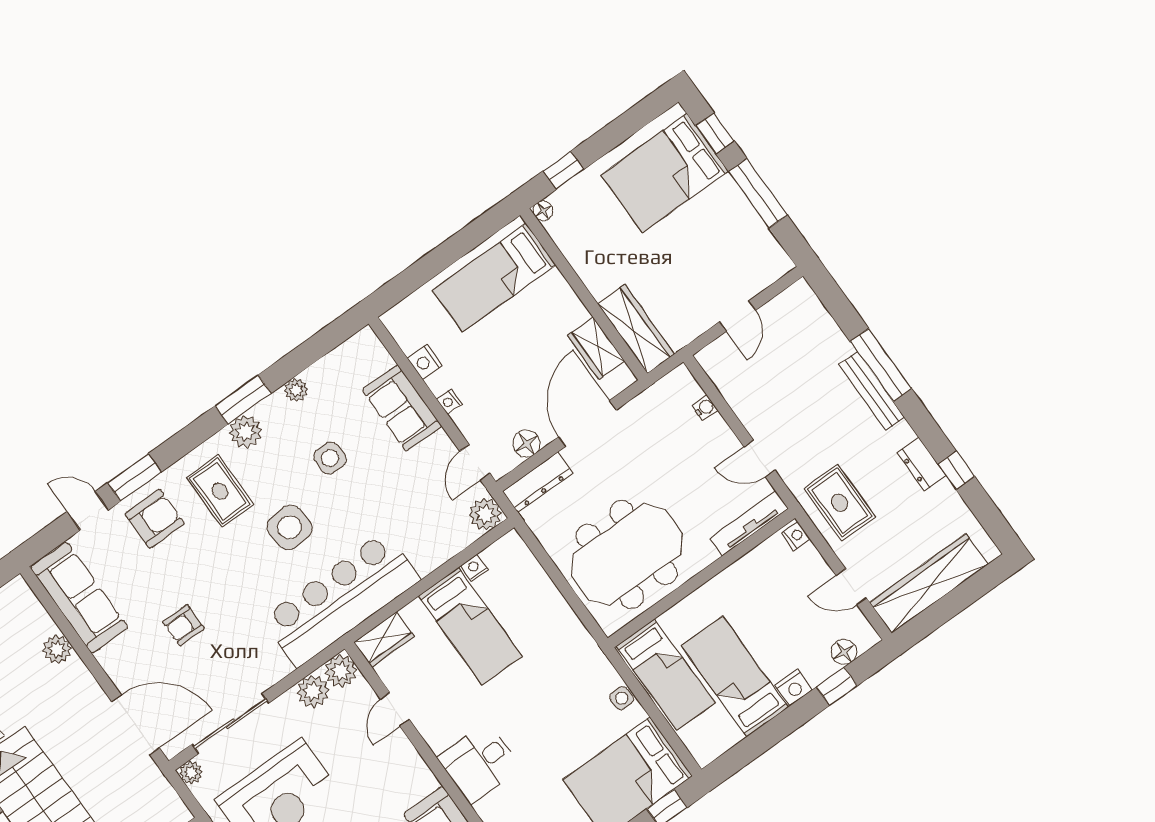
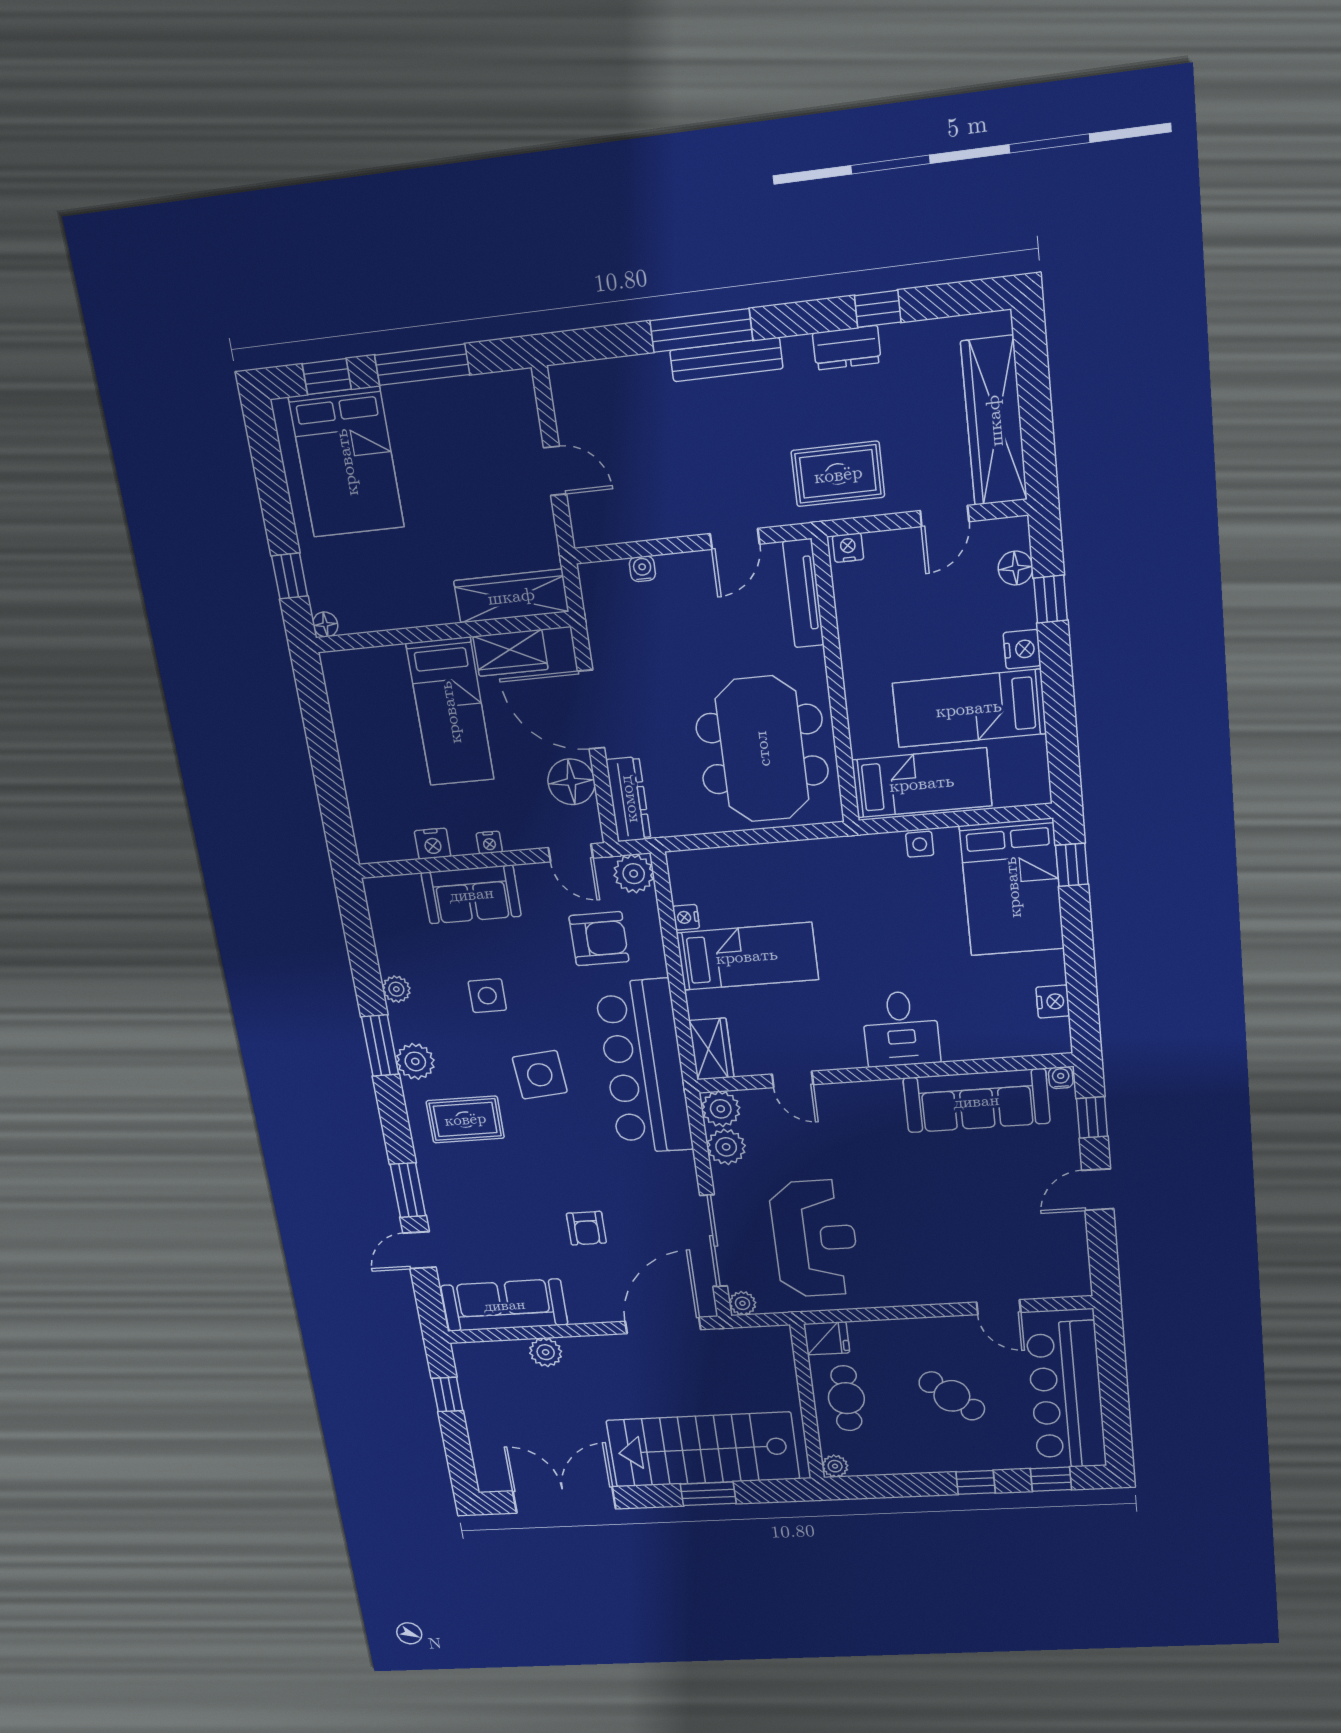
bed: (494, 277) -> (450, 712), moved
floor lamp: (526, 444) -> (571, 782), width x1.38, depth x1.38
armchair: (155, 519) -> (599, 939), moved, turned 90

